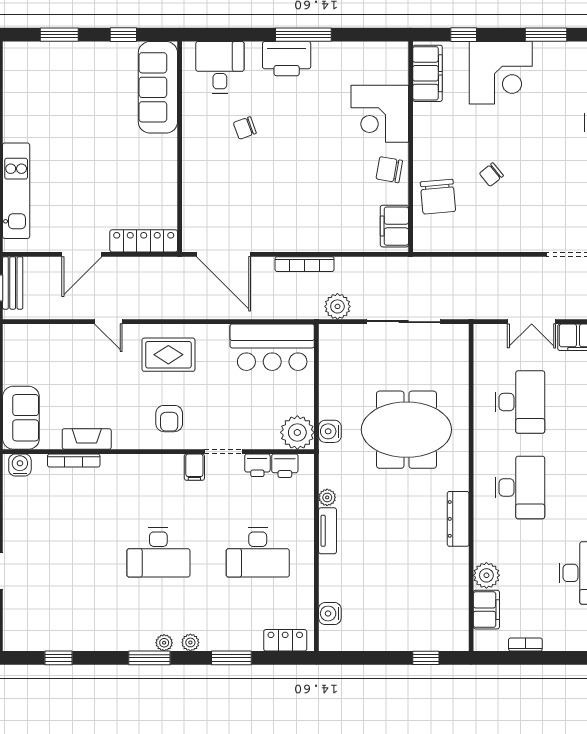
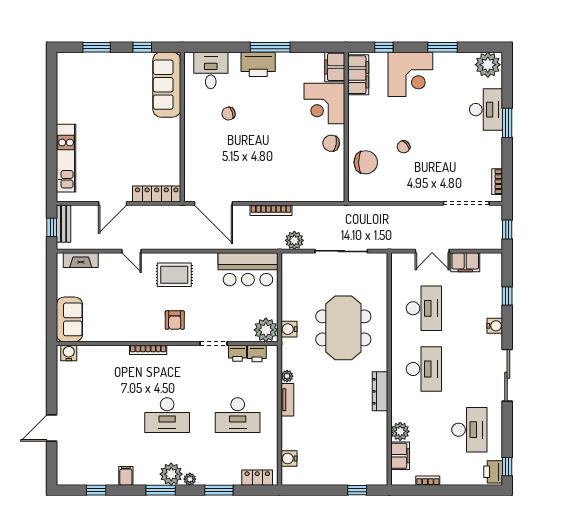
chair: (438, 197) -> (366, 162), turned -85
filing cabinet: (394, 226) -> (335, 67), moved
meeting table: (406, 430) -> (343, 328), turned 90
fireplace: (87, 439) -> (81, 260), moved, turned 180
bookcase: (74, 461) -> (148, 350), moved
filing cabinet: (194, 467) -> (126, 476), moved, turned 180
plant: (164, 643) -> (171, 474), width x1.88, depth x1.88

